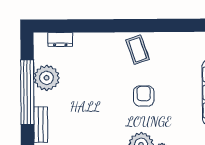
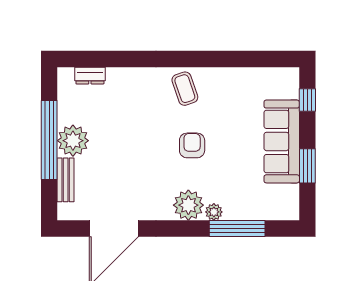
plant: (47, 78) -> (73, 141), moved

